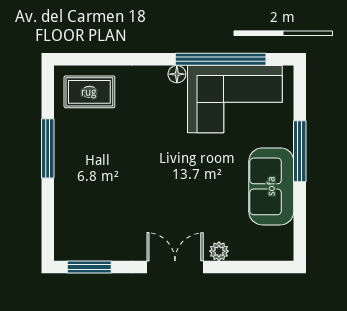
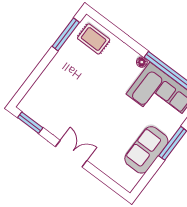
window: (48, 148) -> (66, 34), moved
plant: (219, 251) -> (98, 162), removed

